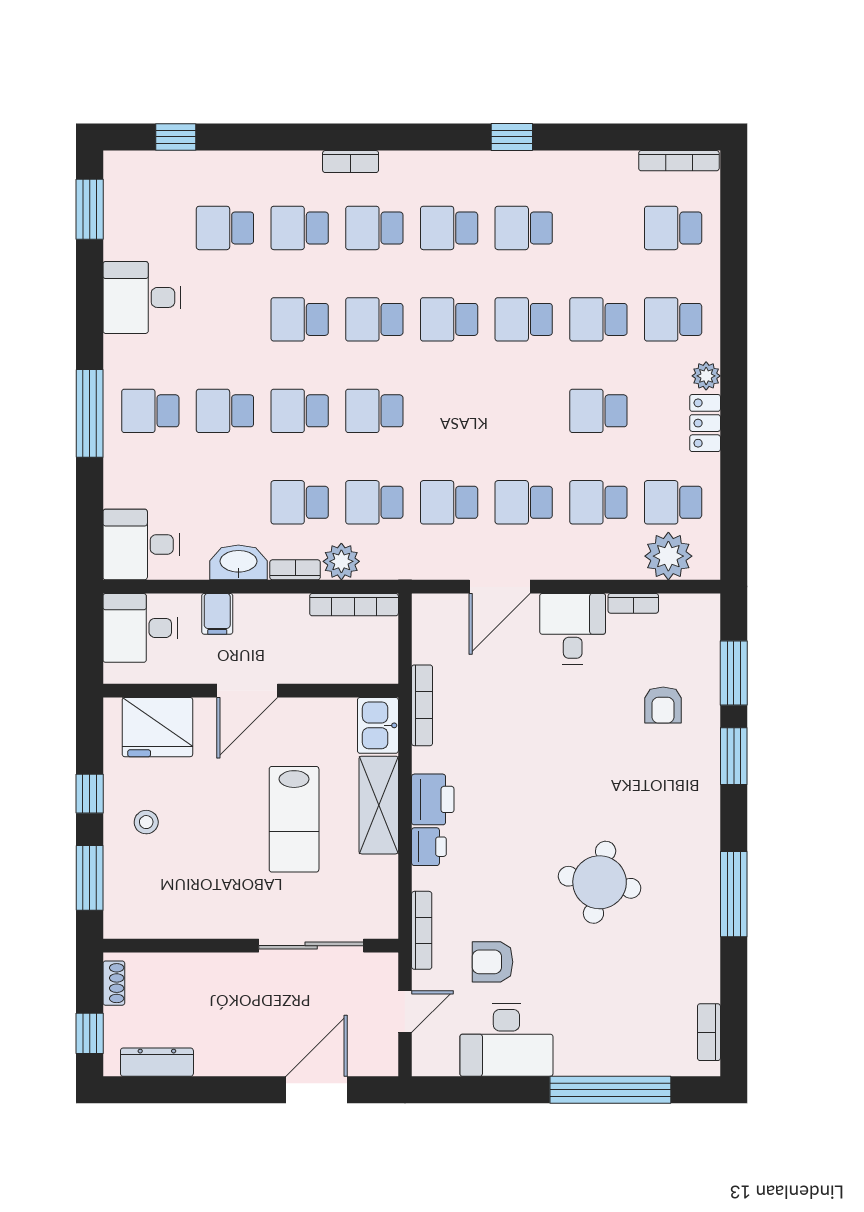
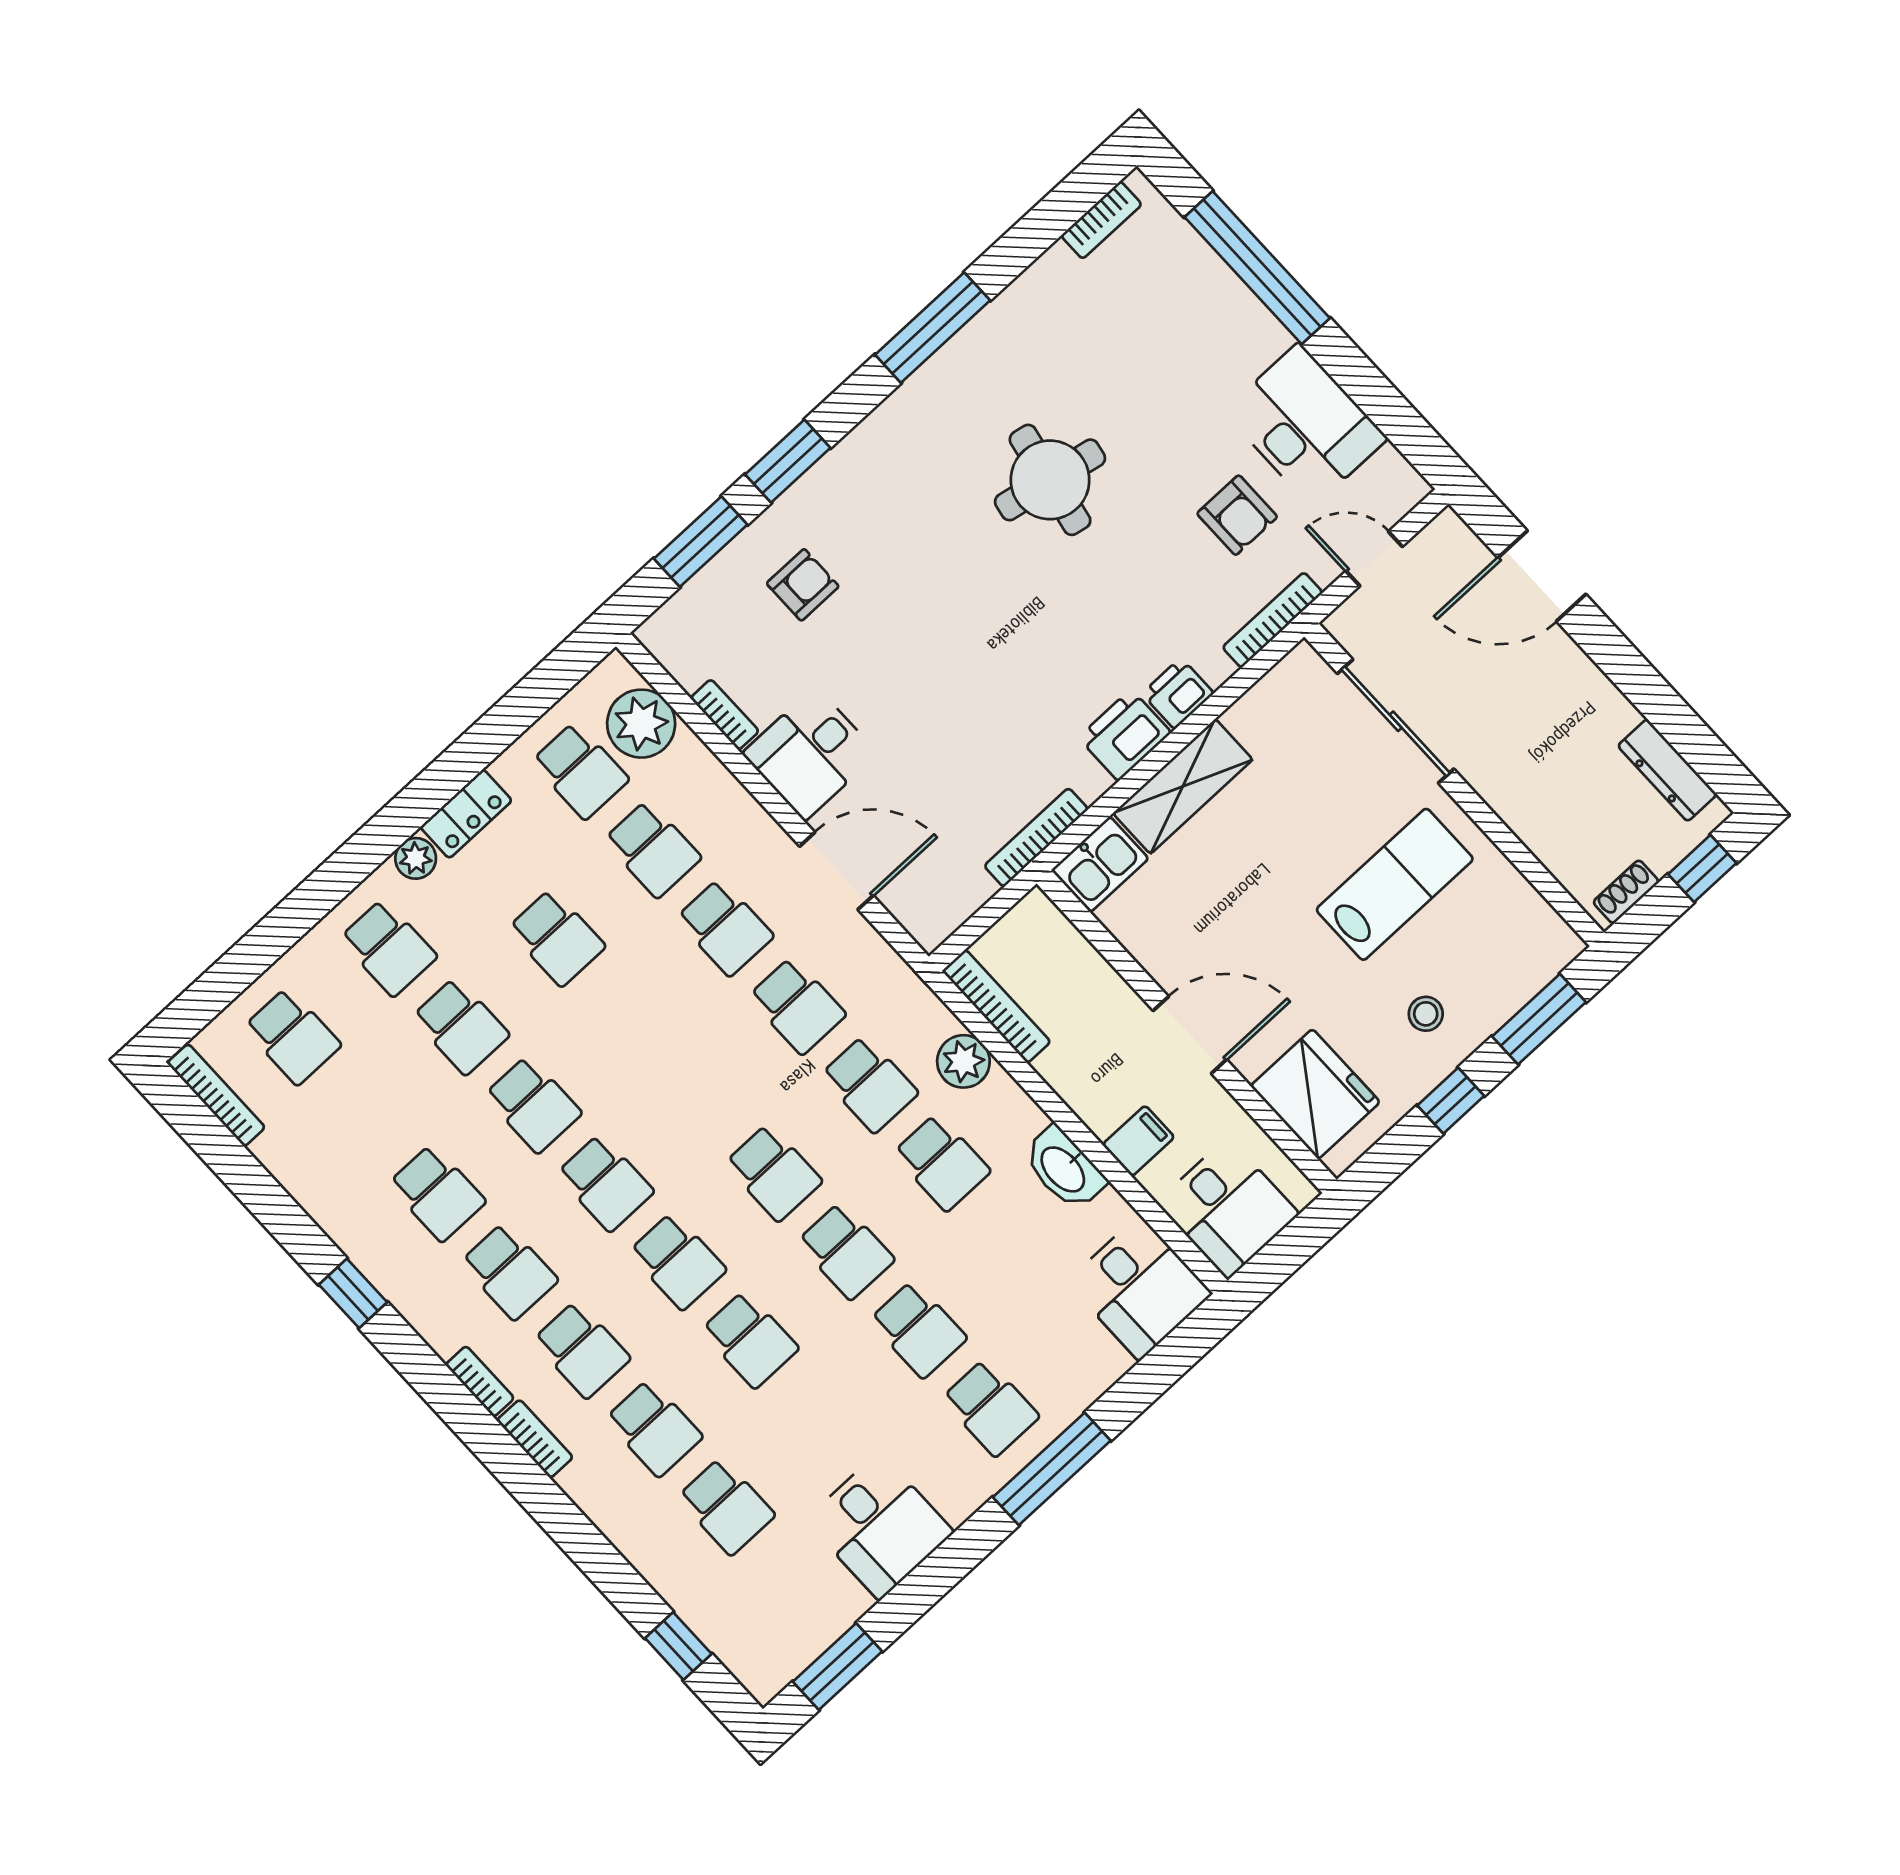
bookcase: (295, 570) -> (480, 1381), moved, turned 180
lab bench: (294, 819) -> (1395, 884), moved

